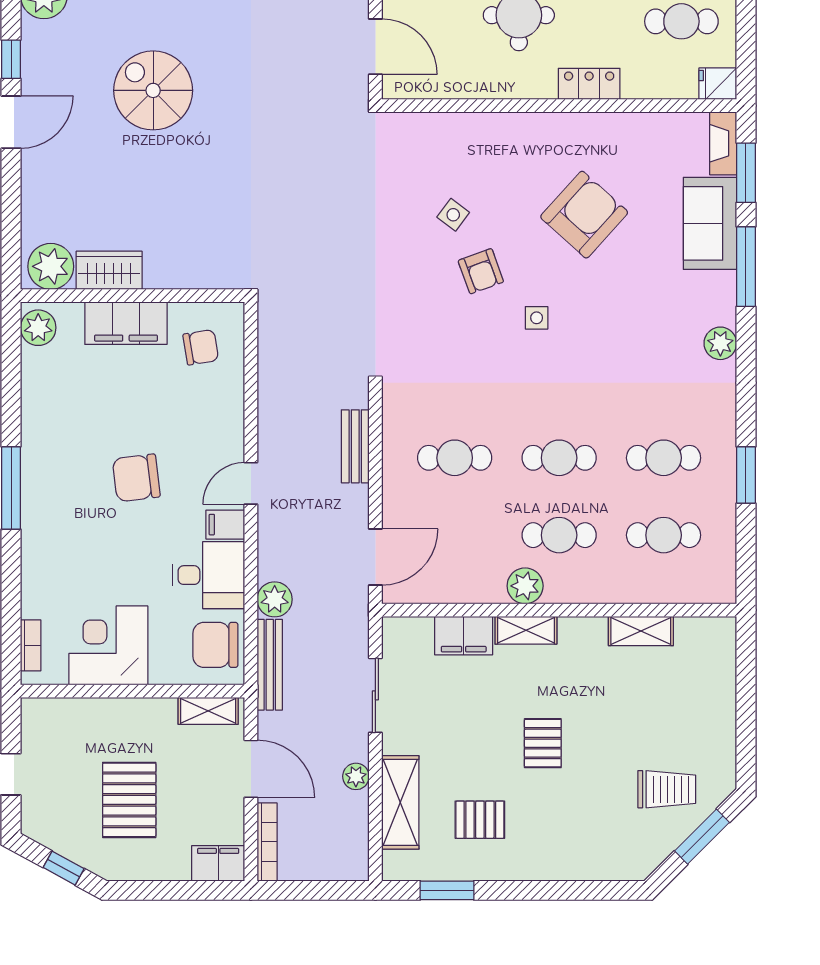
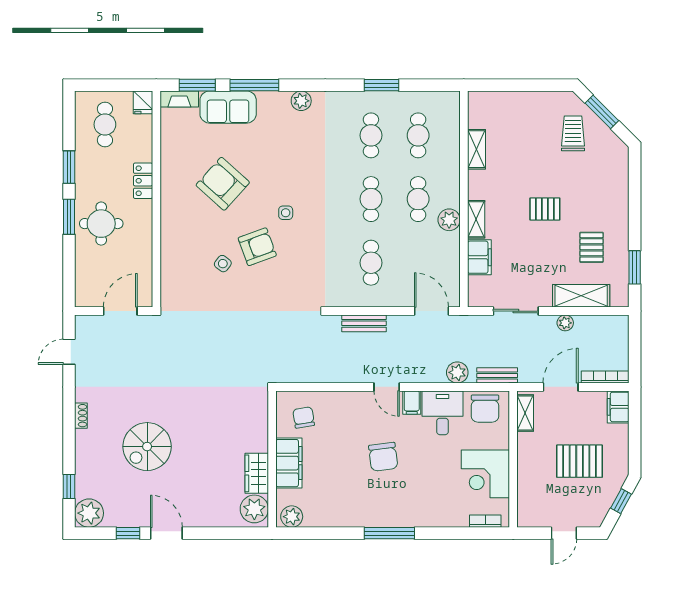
armchair: (481, 271) -> (257, 247), width x1.38, depth x1.38
bench: (270, 665) -> (497, 375), width x0.73

